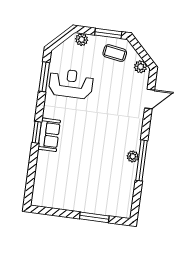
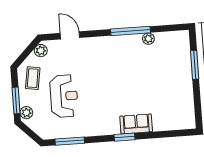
window: (108, 33) -> (16, 100), moved
reception desk: (71, 84) -> (64, 96), moved, turned 180
sofa: (49, 135) -> (136, 124), moved
plant: (133, 156) -> (148, 39), moved

